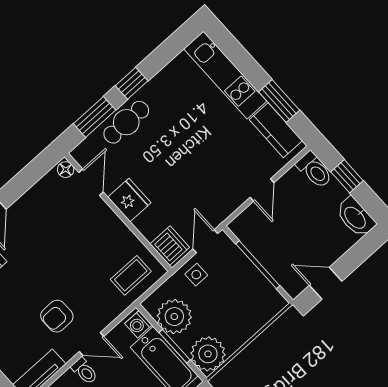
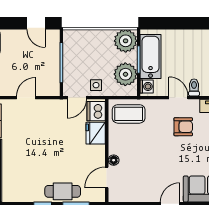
floor lamp: (66, 170) -> (114, 160), moved
fridge: (129, 200) -> (96, 133), moved
coffee table: (131, 275) -> (129, 114), width x1.36, depth x1.30

